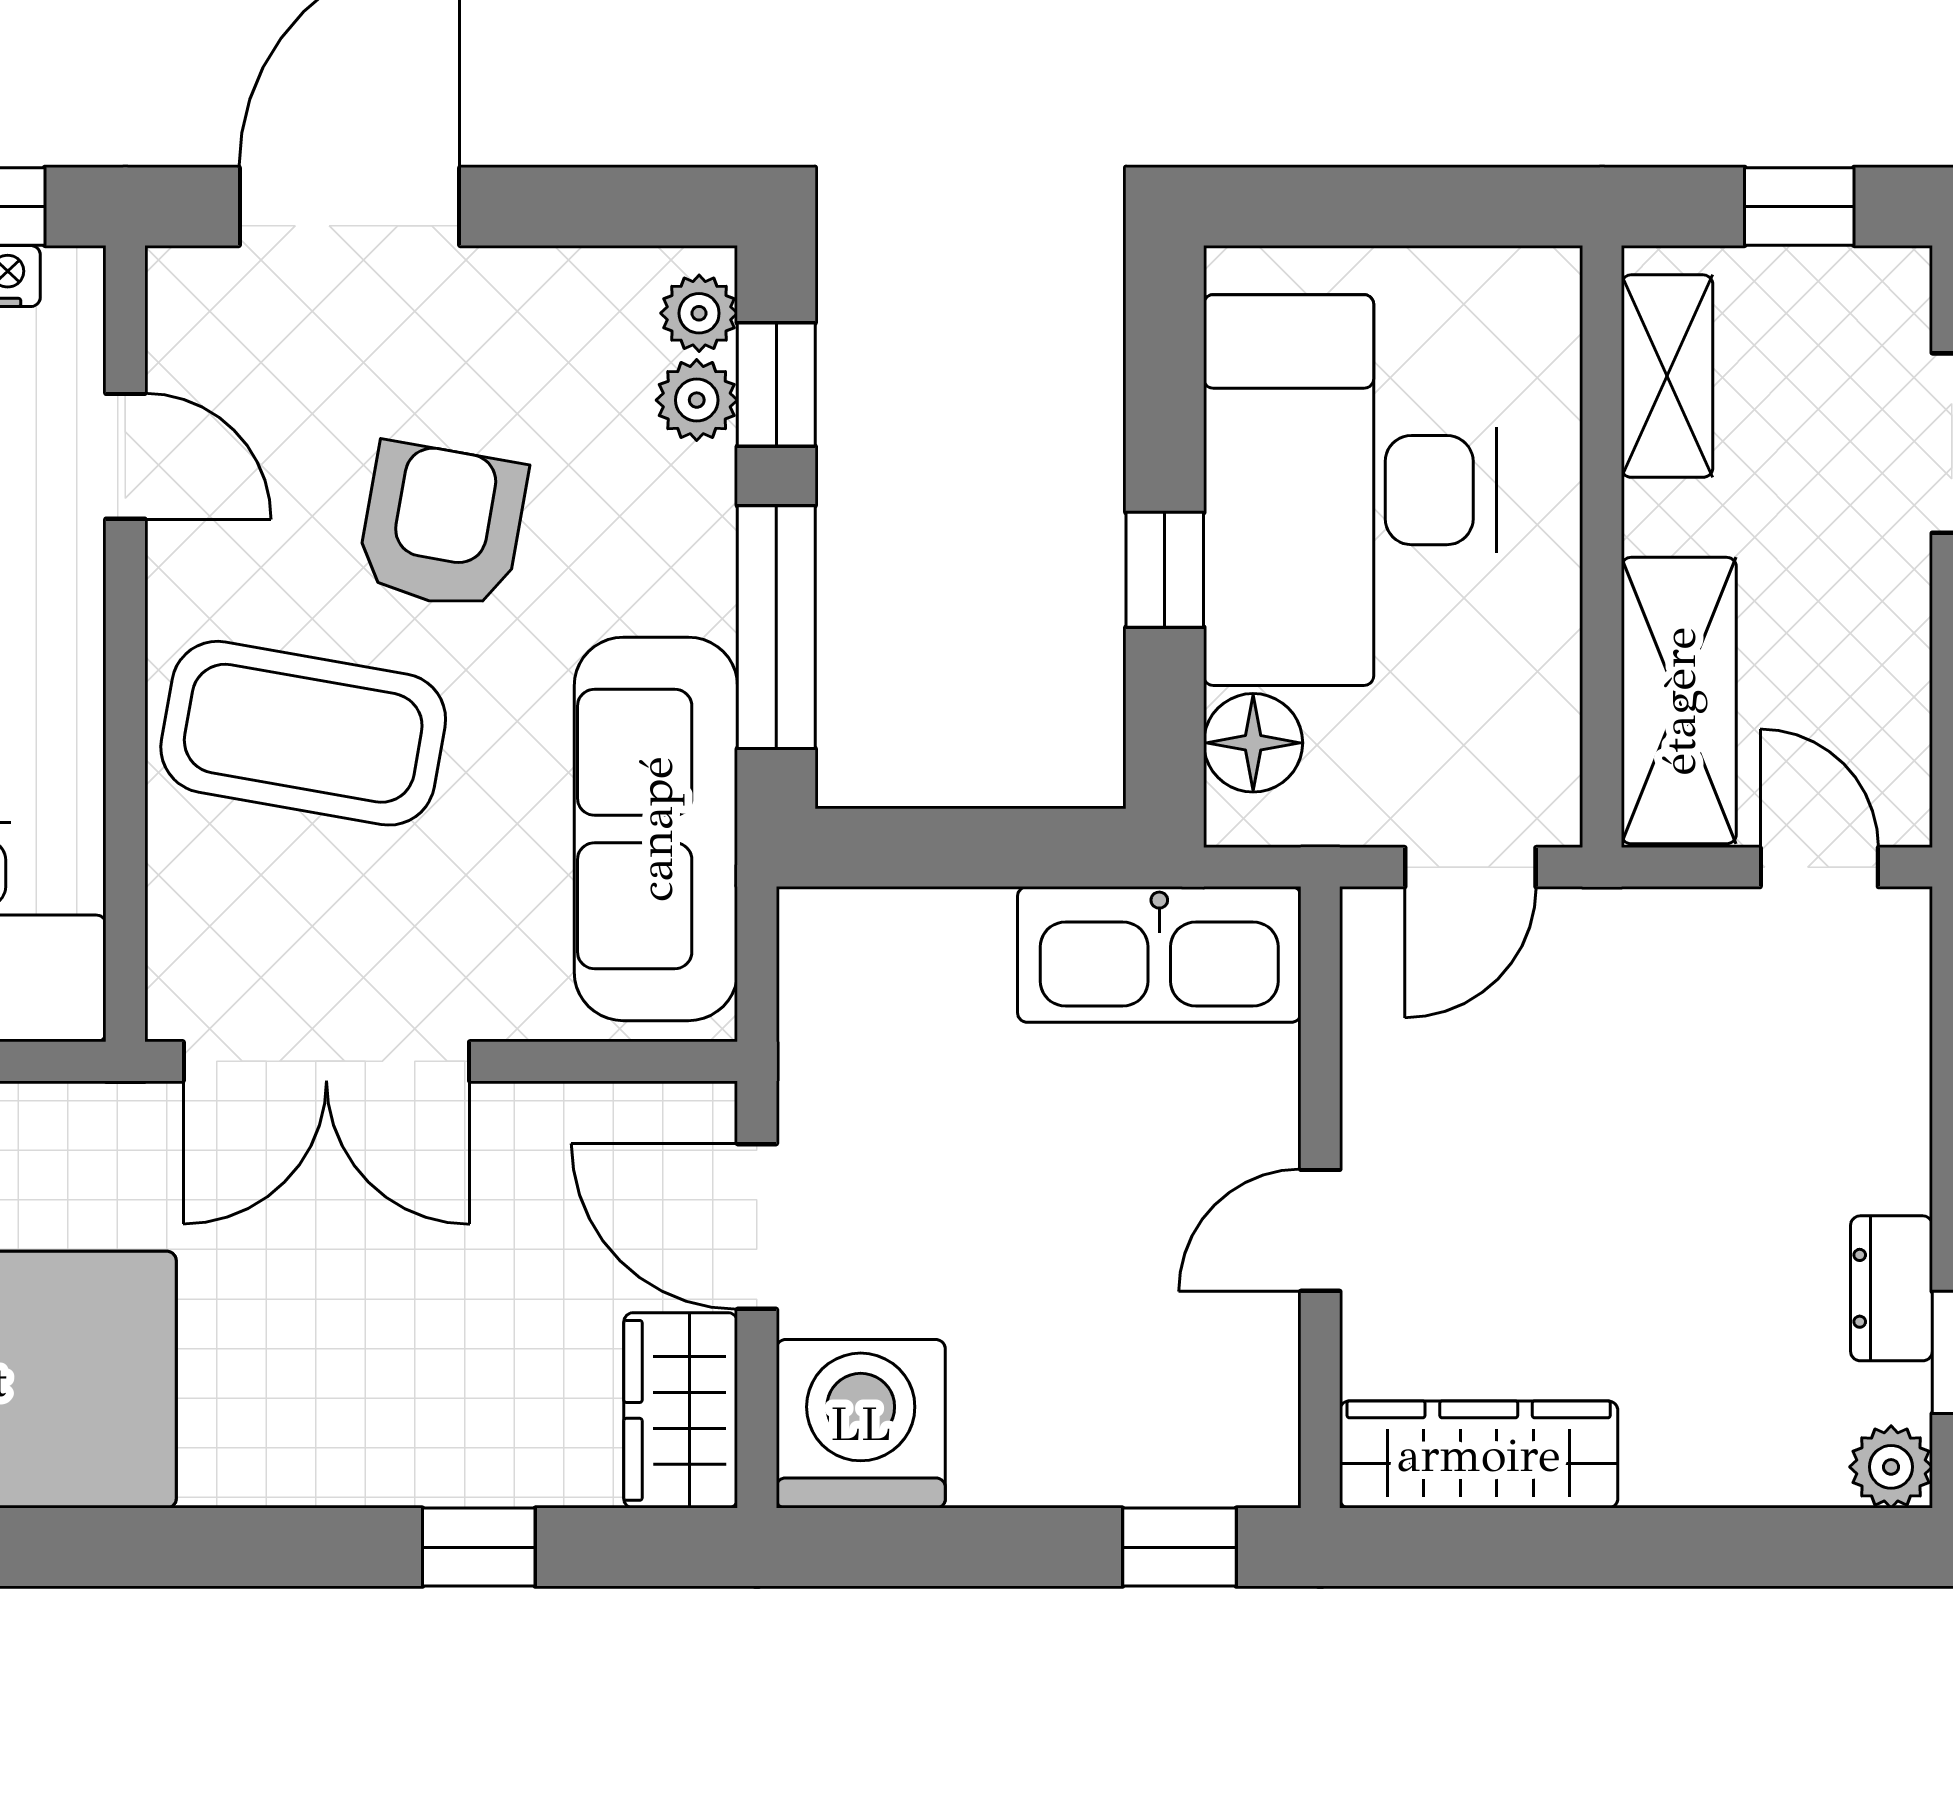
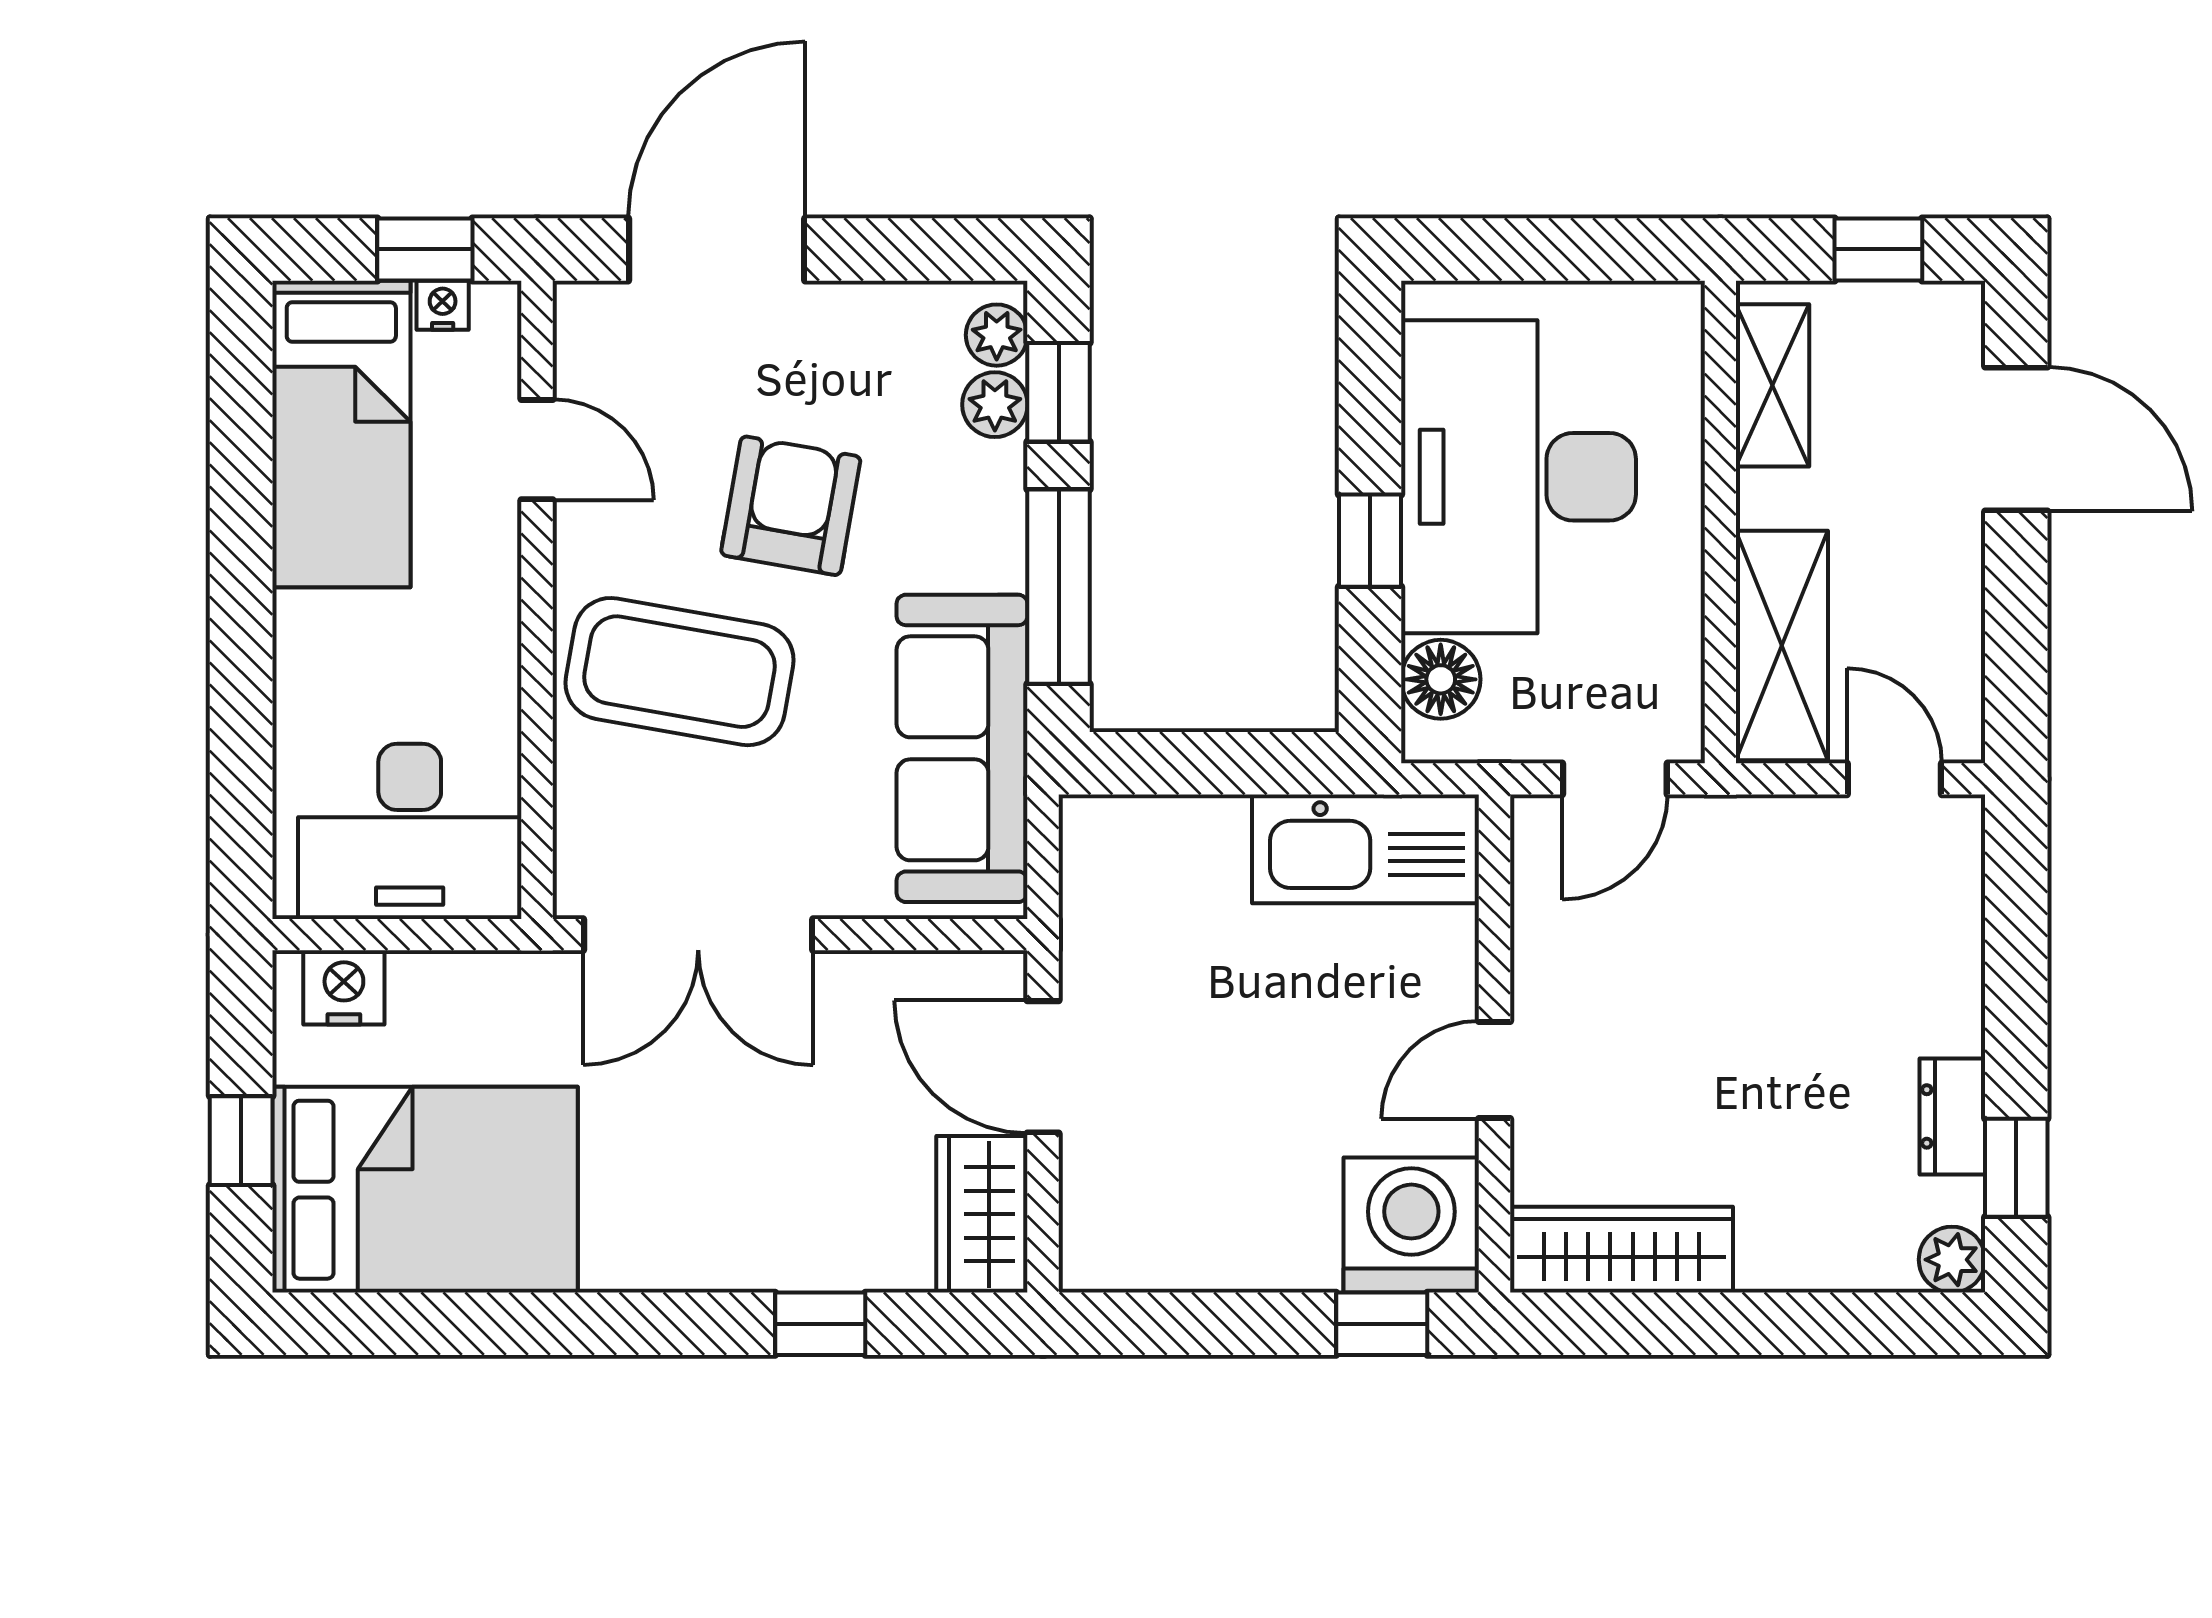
washing machine: (861, 1424) -> (1411, 1225), moved

